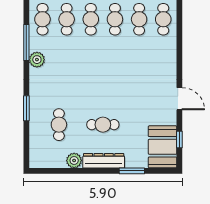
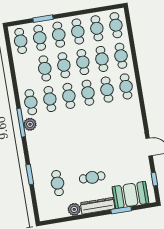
plant: (37, 60) -> (30, 124), moved
booth: (163, 147) -> (130, 195), moved, turned 90

